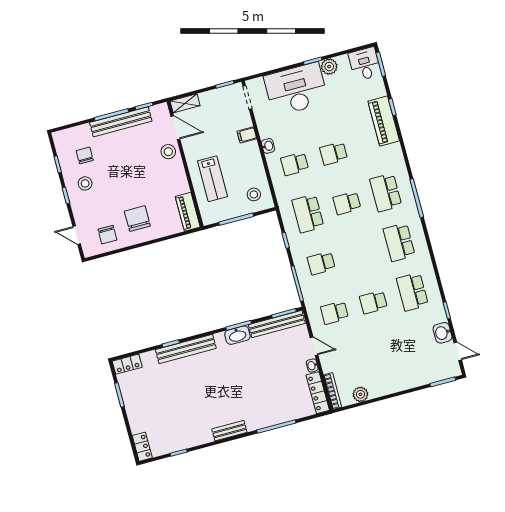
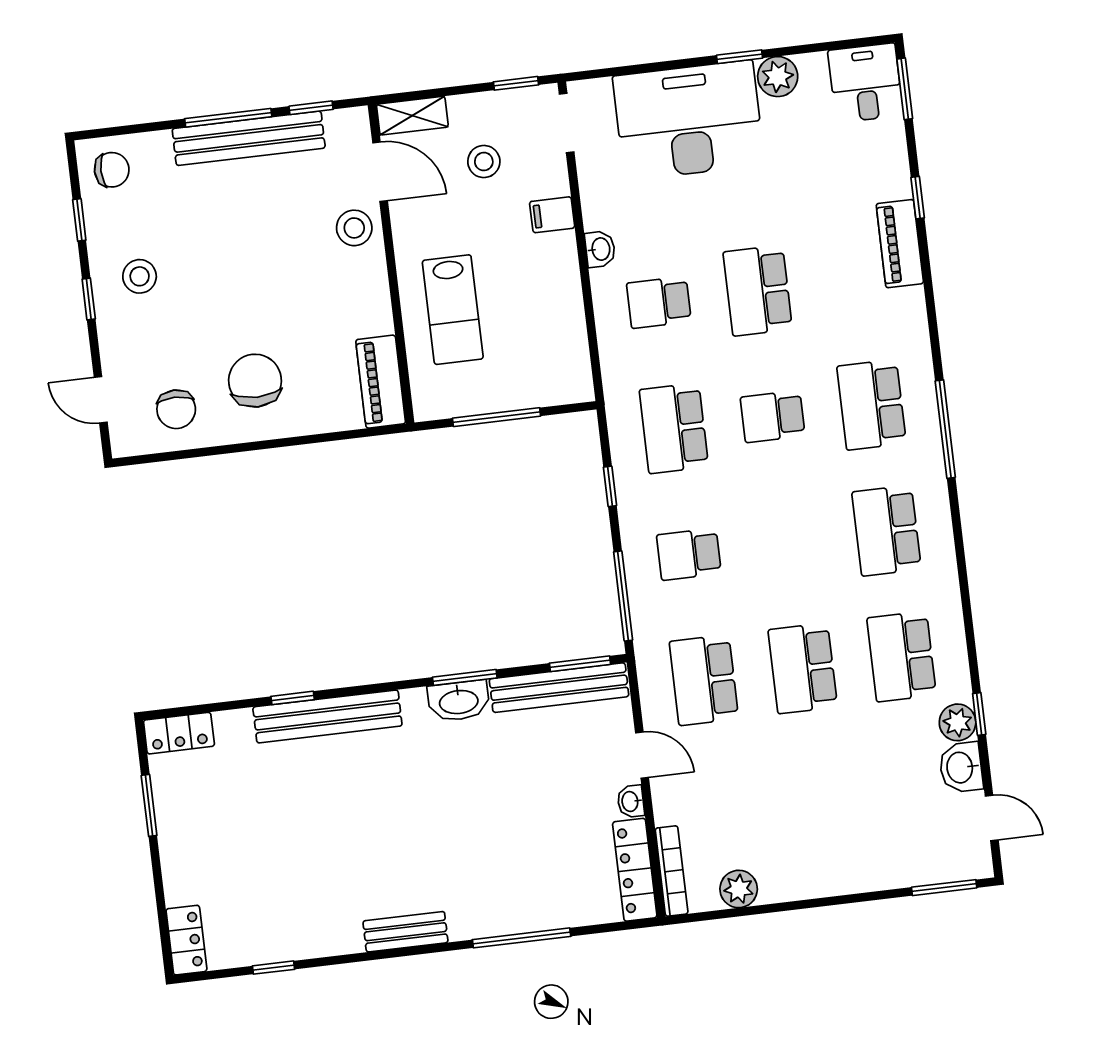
piano: (384, 121) -> (900, 244), width x0.73, depth x0.75
school desk: (334, 153) -> (758, 291), width x1.85
chair: (85, 155) -> (112, 170), moved, turned 90
stool: (254, 194) -> (484, 162), moved
school desk: (373, 302) -> (803, 668), width x1.85
school desk: (334, 313) -> (704, 680), width x1.85
plant: (439, 315) -> (958, 722), added

